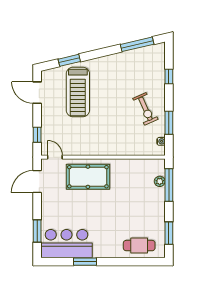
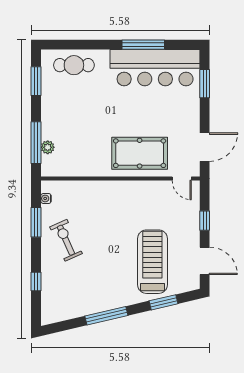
window: (137, 44) -> (106, 316), moved
window: (37, 135) -> (205, 221), moved
bar counter: (66, 244) -> (155, 68), width x1.36
window: (85, 262) -> (143, 45), width x1.44

